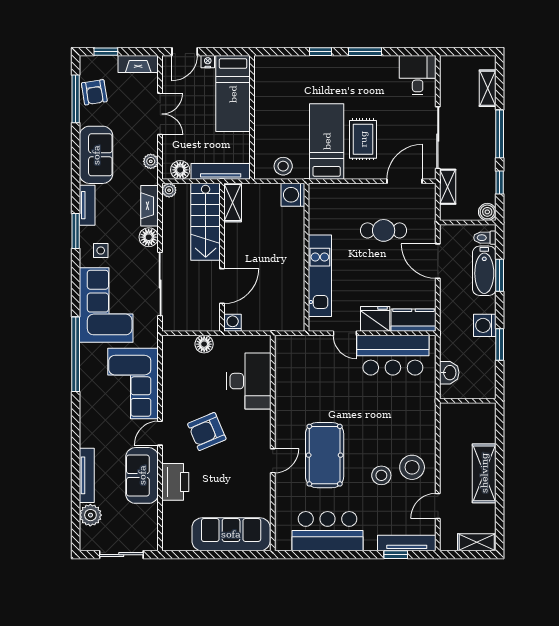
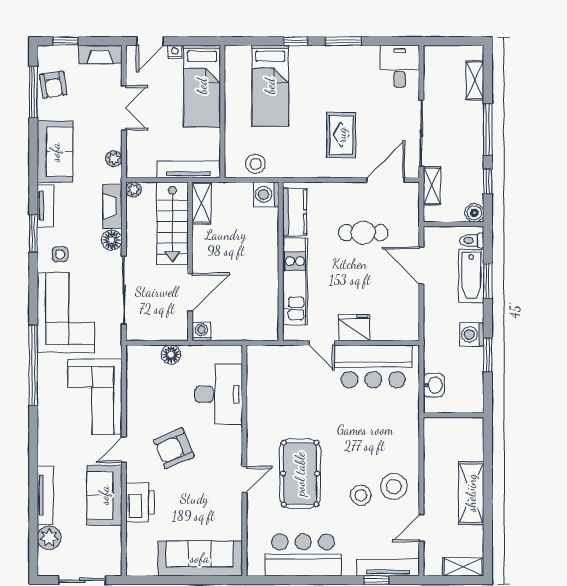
bed: (327, 141) -> (270, 86), moved, turned 180
floor lamp: (180, 170) -> (145, 168), removed
kitchen counter: (413, 320) -> (295, 212), moved, turned 90

